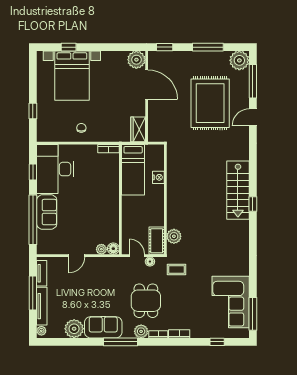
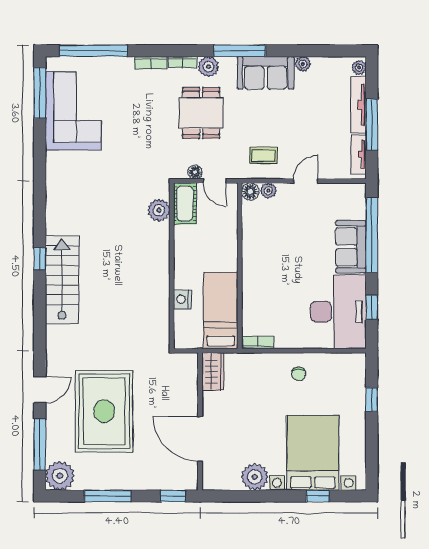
plant: (136, 60) -> (255, 477), moved
coffee table: (177, 270) -> (263, 155), moved
plant: (74, 329) -> (303, 64), width x0.53, depth x0.53
window: (217, 342) -> (93, 51), width x3.17

